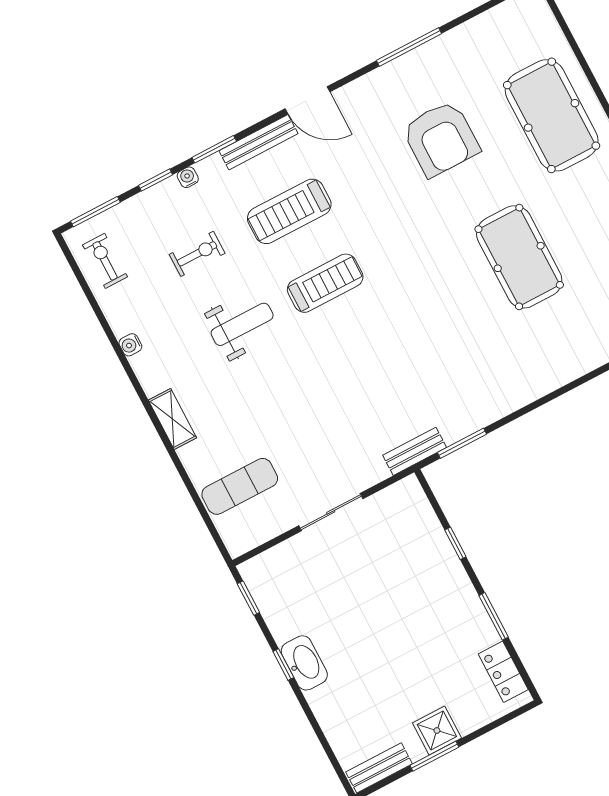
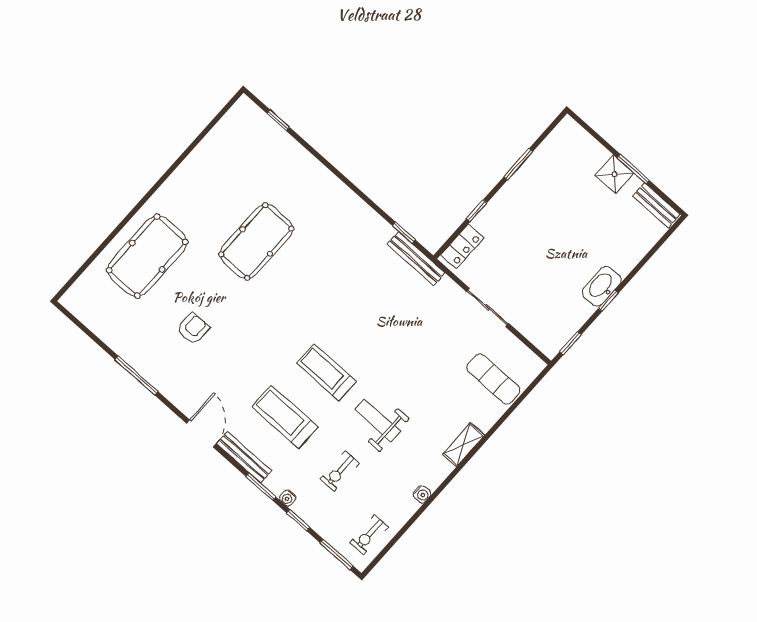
armchair: (441, 139) -> (193, 329), width x0.53, depth x0.53
treadmill: (289, 211) -> (285, 417), turned 180
exercise bike: (197, 254) -> (340, 471), turned -90
window: (462, 443) -> (404, 233), width x0.67
bench: (415, 451) -> (416, 259), width x1.36
locker: (503, 672) -> (462, 246), moved

